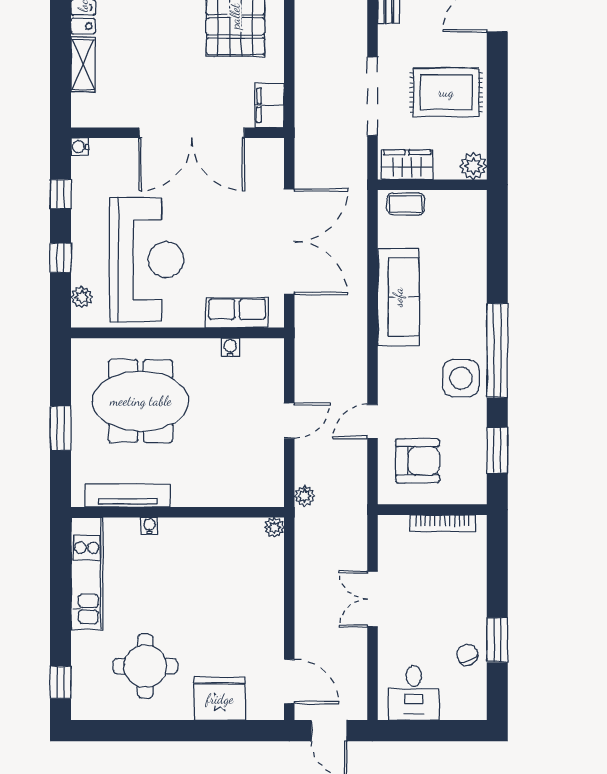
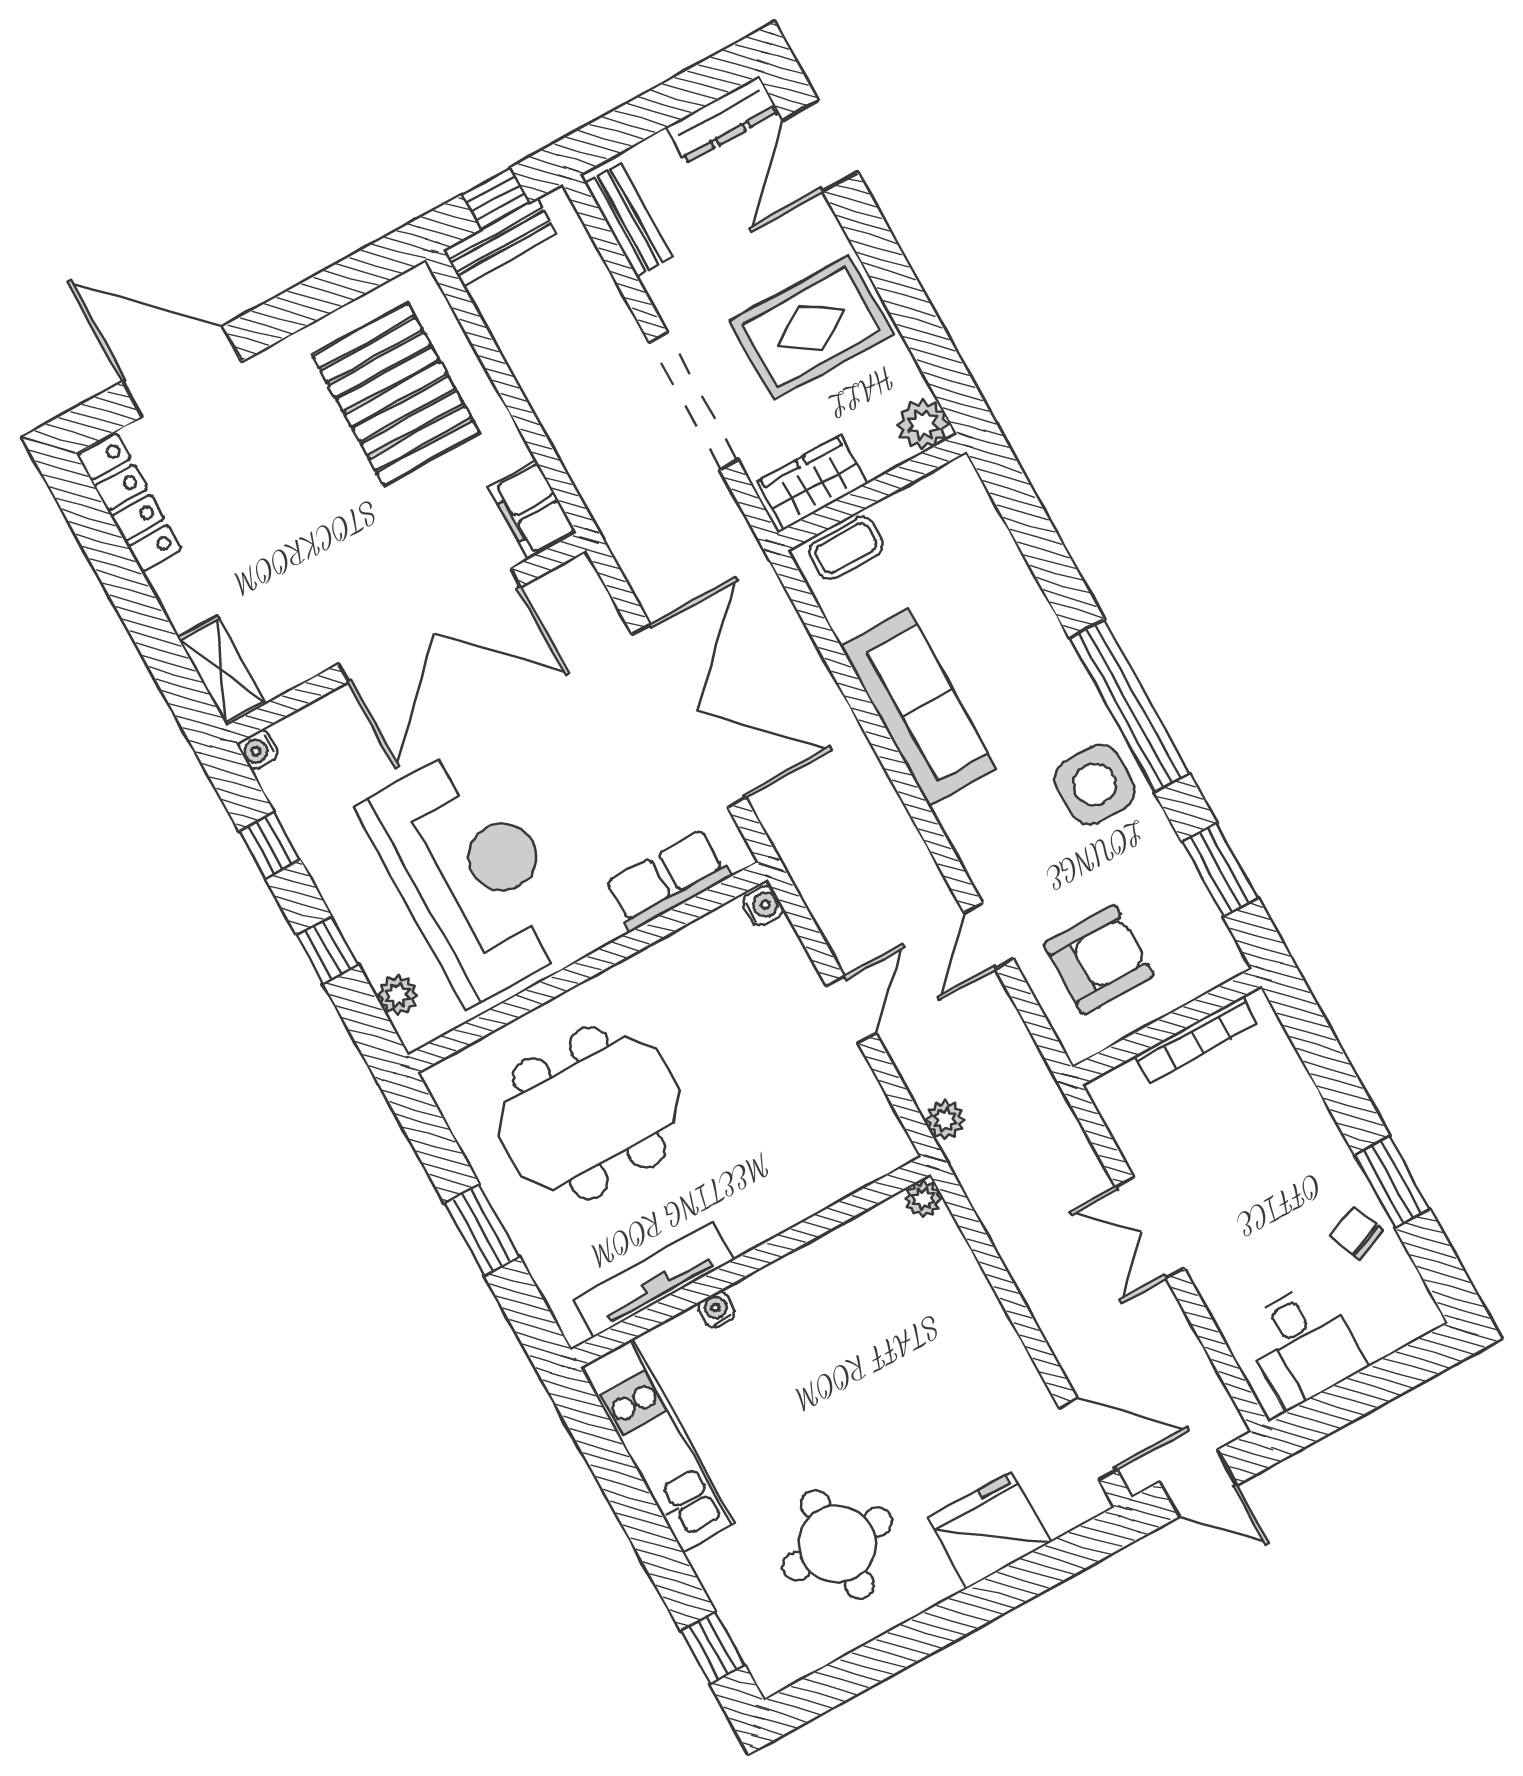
shelving: (83, 64) -> (222, 671), moved
water cooler: (230, 347) -> (763, 906), moved, turned 90

